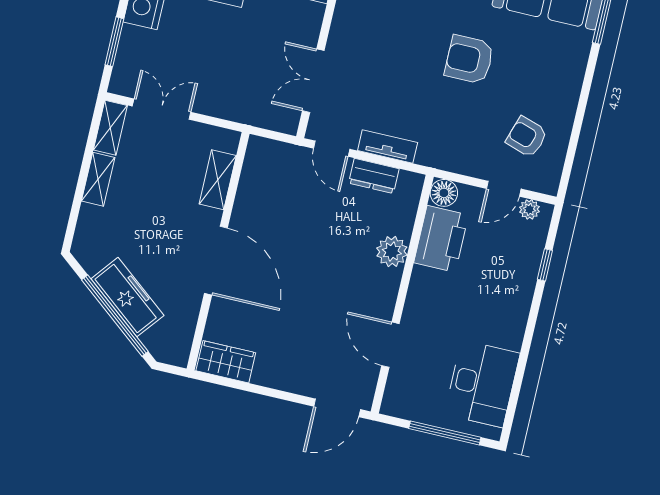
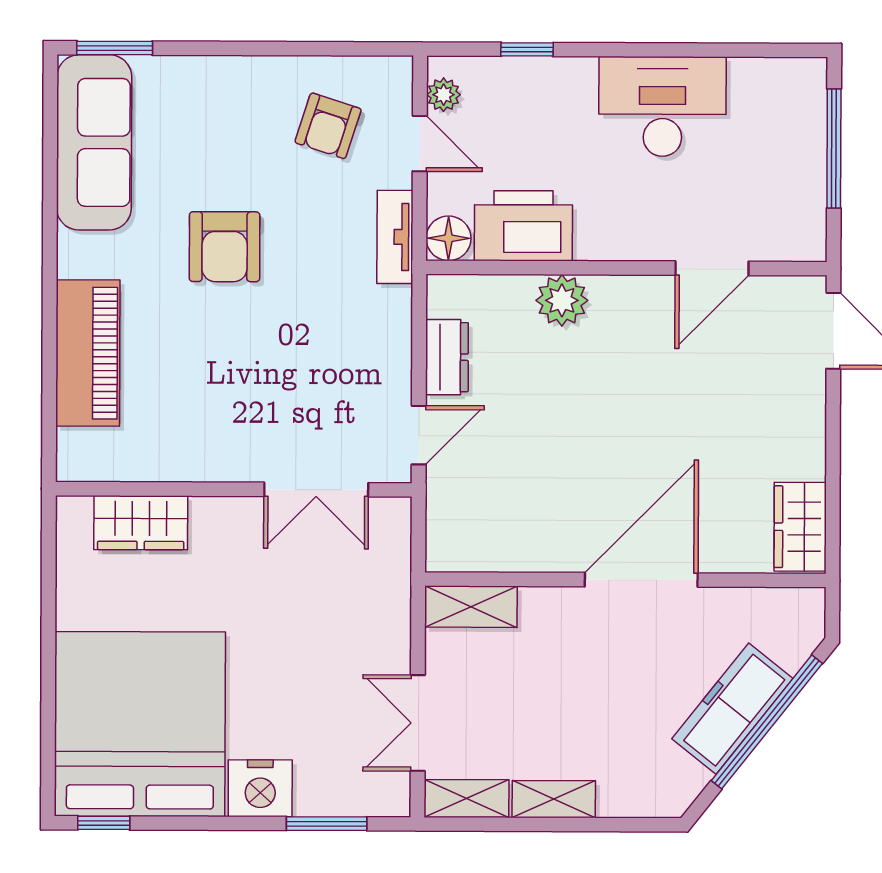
tv unit: (388, 146) -> (395, 237), moved
shelving: (218, 180) -> (471, 607), moved
desk: (482, 384) -> (662, 106), moved

